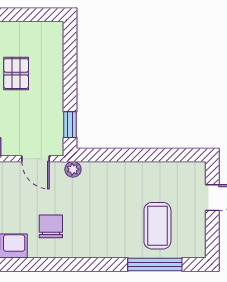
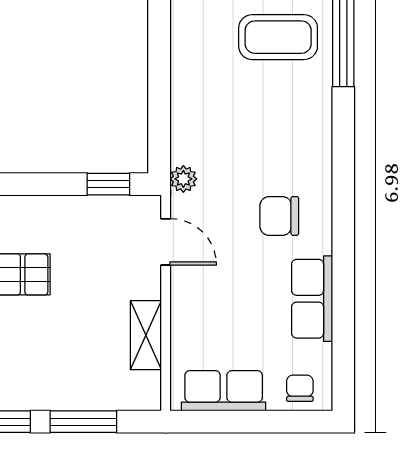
door: (36, 159) -> (166, 242), hinge flipped

